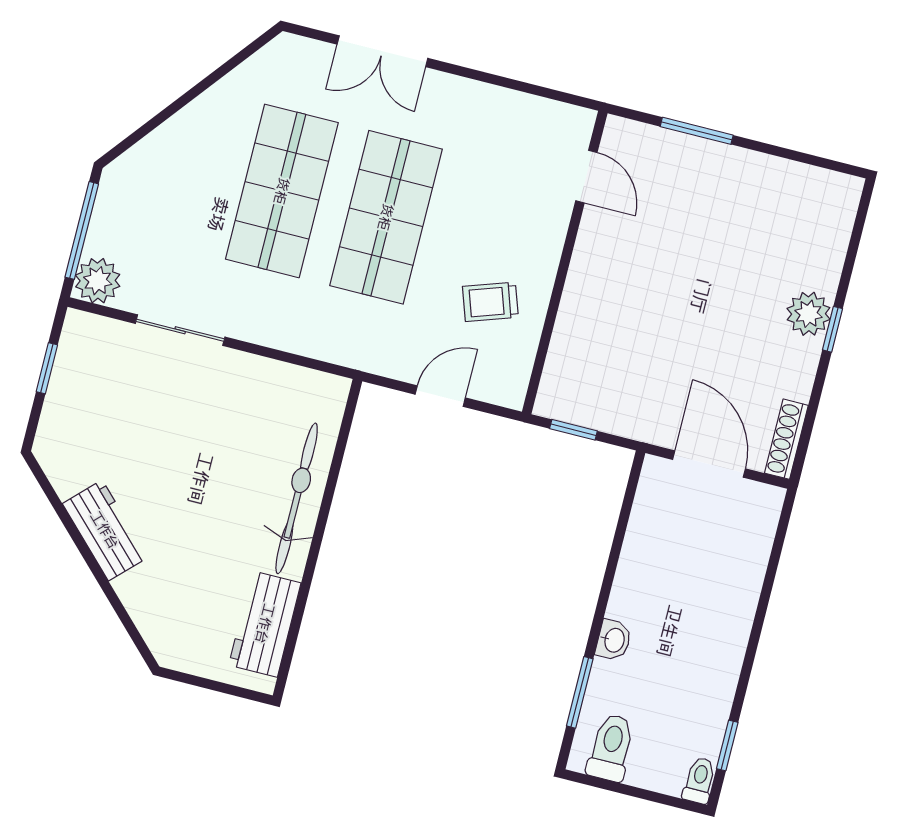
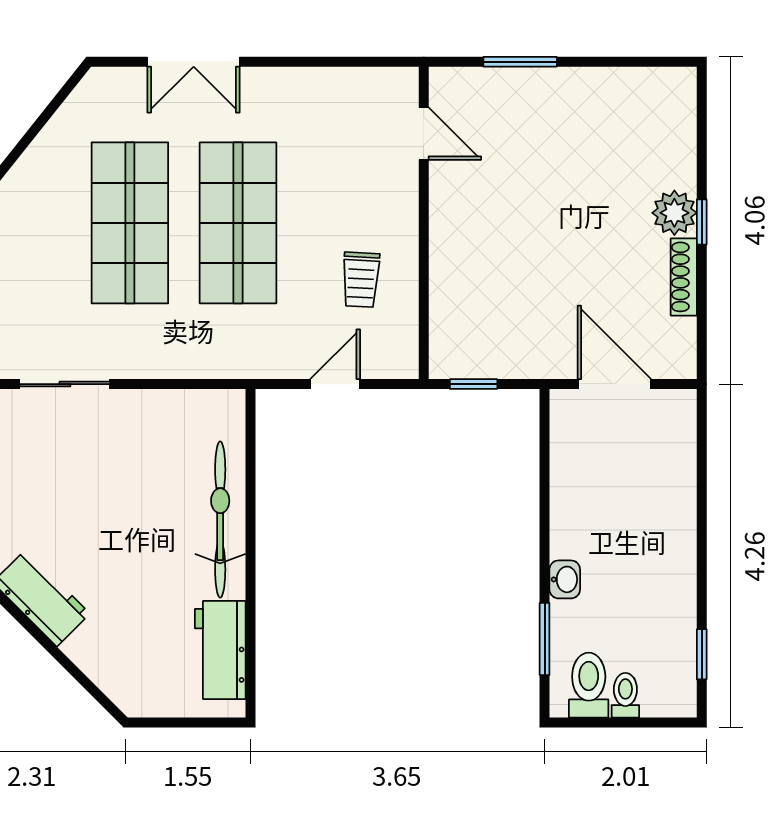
trolley: (490, 302) -> (361, 280), turned -68
shoe rack: (786, 439) -> (684, 277), moved
toilet: (699, 780) -> (625, 695), moved

